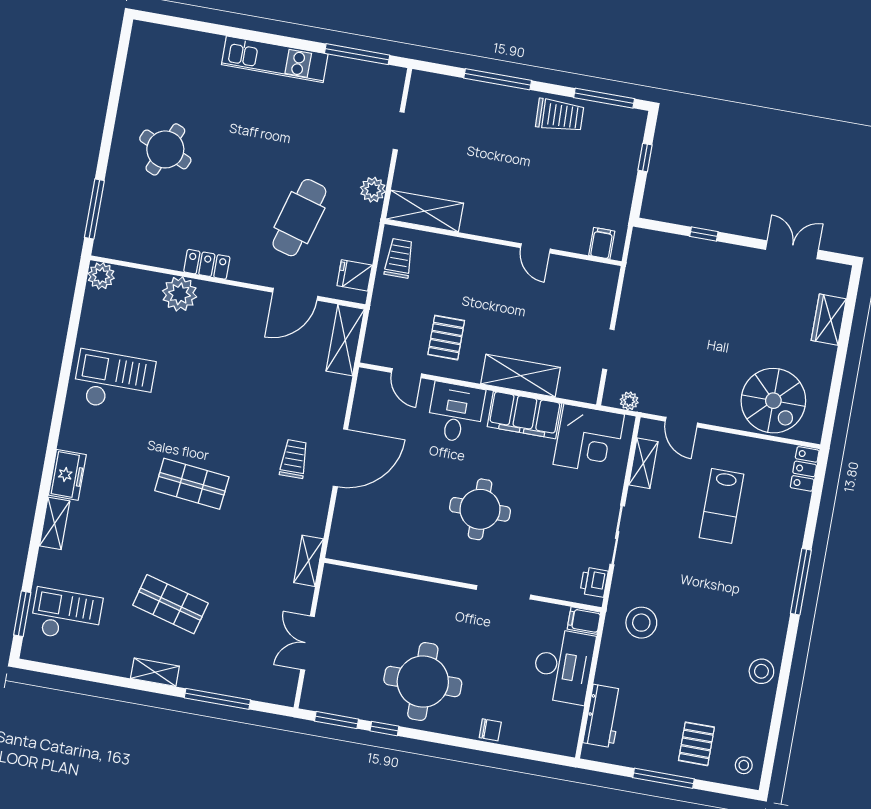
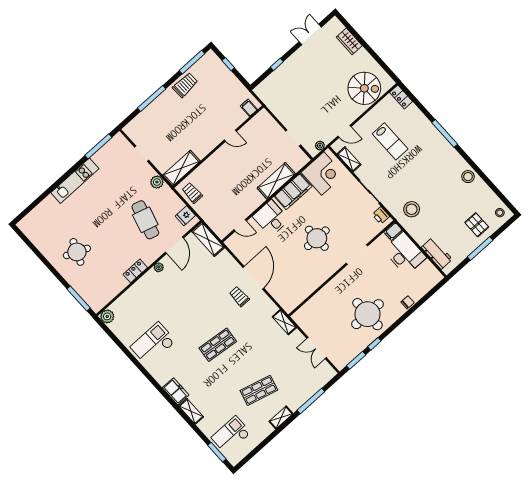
plant: (180, 294) -> (159, 267), moved, width x0.53, depth x0.53
pallet: (446, 338) -> (238, 199), removed

